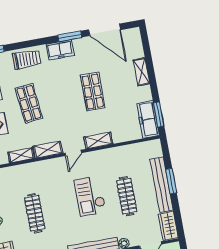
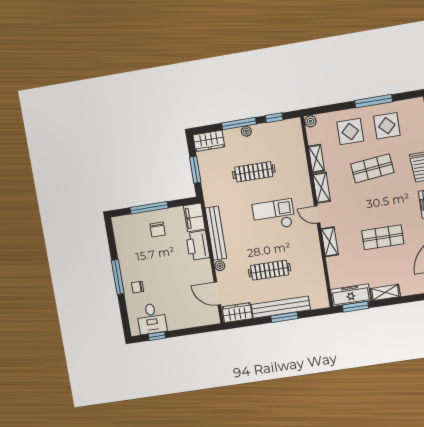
shelving: (141, 72) -> (385, 292), moved
checkout: (90, 196) -> (274, 215), moved

